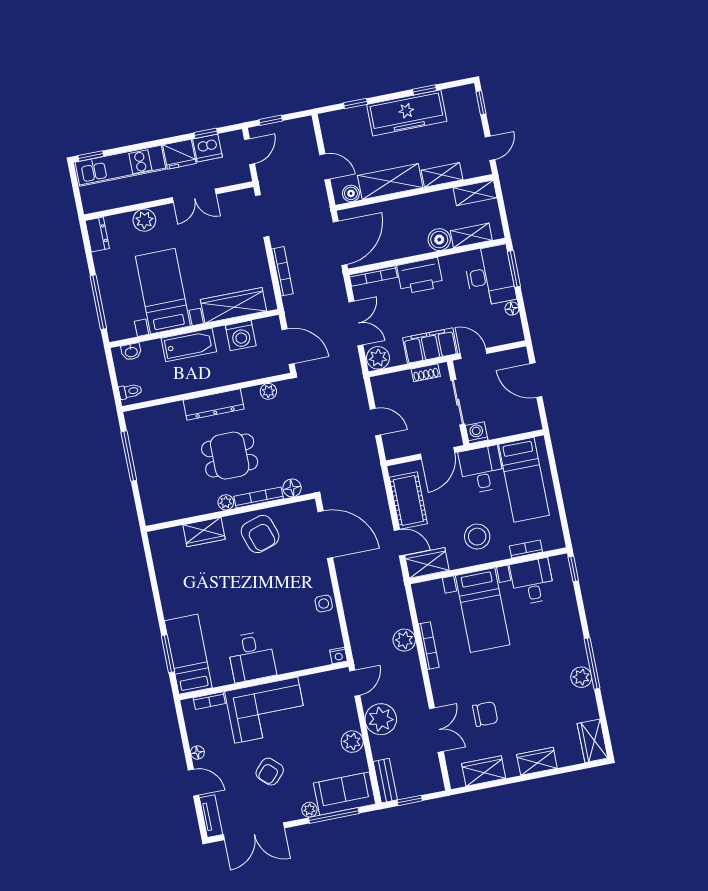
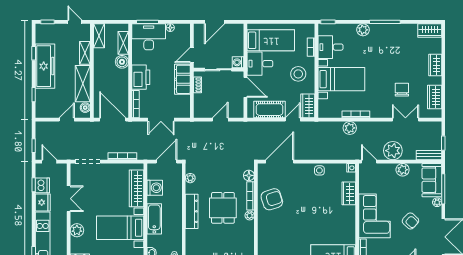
double door: (356, 323) -> (161, 120), swing flipped
plant: (378, 358) -> (183, 111), removed
wardrobe: (204, 532) -> (349, 193), moved, turned 180
desk: (252, 657) -> (342, 218), removed
plant: (581, 677) -> (363, 30), moved

